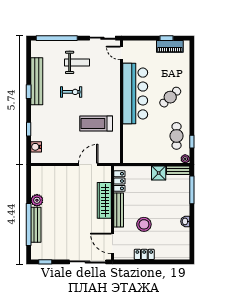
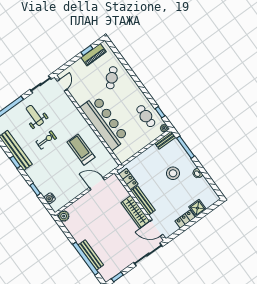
door: (121, 53) -> (62, 85), swing flipped
weight bench: (77, 62) -> (35, 115), turned -90
bar counter: (135, 94) -> (105, 123), moved
cafe table: (170, 97) -> (112, 78), moved
treadmill: (96, 123) -> (81, 150), turned 90
door: (88, 165) -> (97, 184), hinge flipped
shower: (159, 173) -> (197, 208), moved
plant: (37, 200) -> (64, 216), moved
wardrobe: (104, 200) -> (135, 212), moved
stool: (144, 224) -> (173, 173), moved

